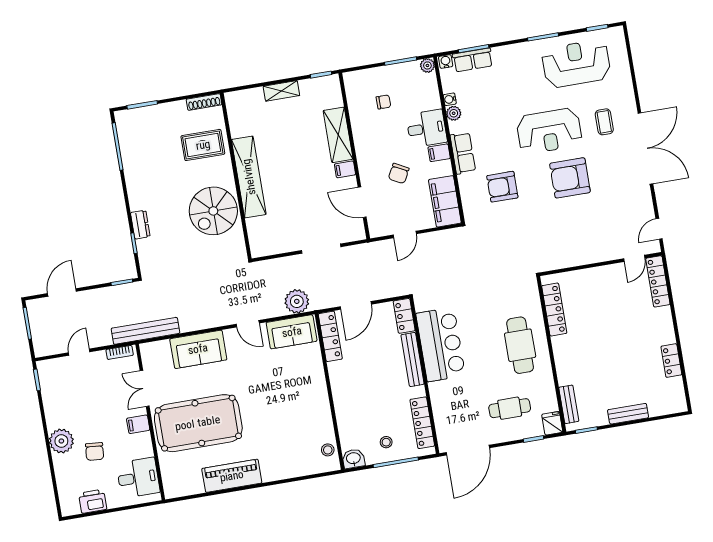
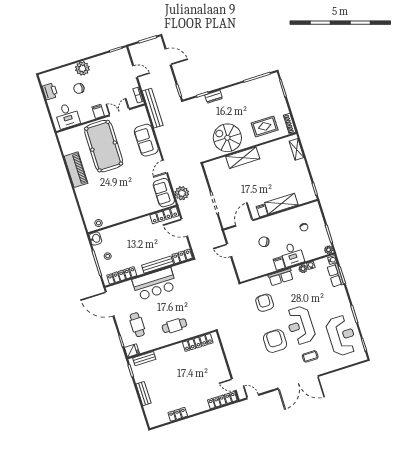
shelving: (281, 91) -> (296, 149), moved
rug: (203, 145) -> (265, 126), turned 90
shelving: (249, 177) -> (243, 158), width x0.68
filing cabinet: (445, 201) -> (251, 271), removed
bar counter: (441, 345) -> (155, 284), moved
cafe table: (520, 345) -> (174, 326), width x0.73, depth x0.74

